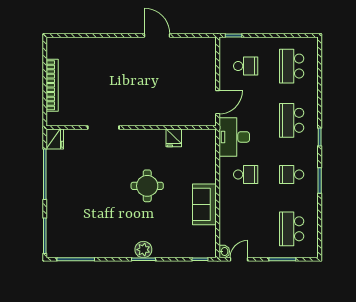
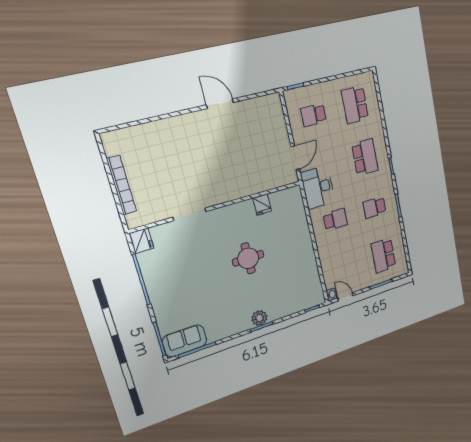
school desk: (246, 66) -> (313, 115), turned 180
school desk: (292, 120) -> (365, 157), turned 180
sofa: (204, 204) -> (185, 341), moved, turned 90
door: (239, 259) -> (345, 297), hinge flipped

